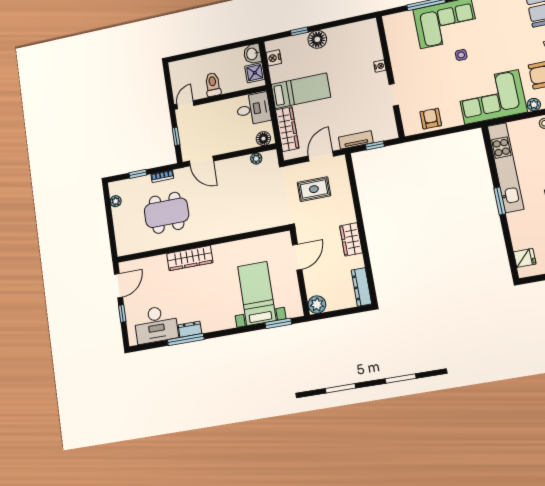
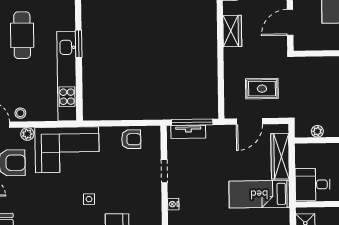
armchair: (431, 119) -> (131, 139), turned -90
floor lamp: (263, 139) -> (307, 151), removed
tv unit: (356, 140) -> (188, 132), moved
window: (375, 145) -> (192, 122), width x2.17

